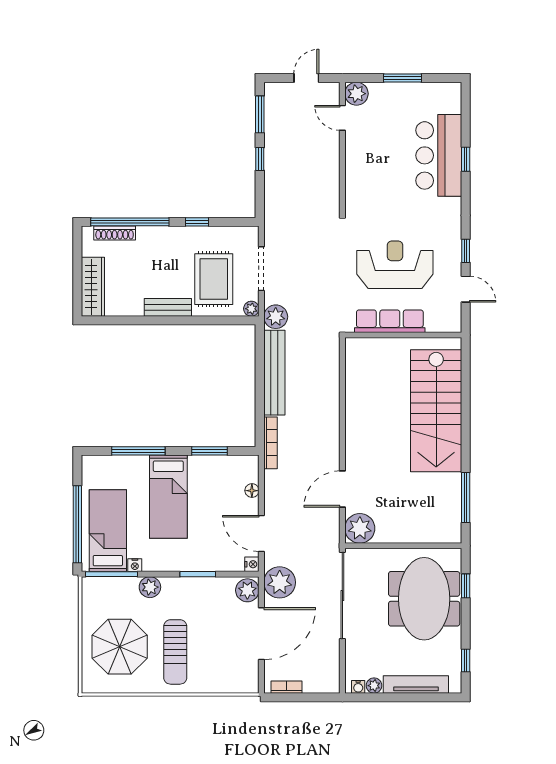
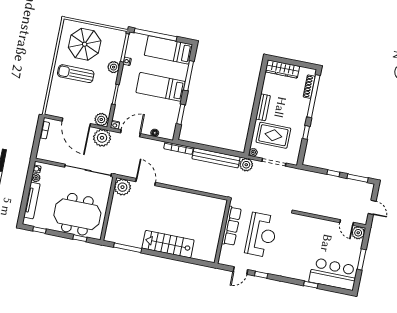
door: (342, 118) -> (347, 223), swing flipped
bar counter: (439, 155) -> (333, 274), moved
stairs: (436, 411) -> (168, 244), width x0.73, depth x0.66
bed: (108, 531) -> (168, 50), moved, turned 180

